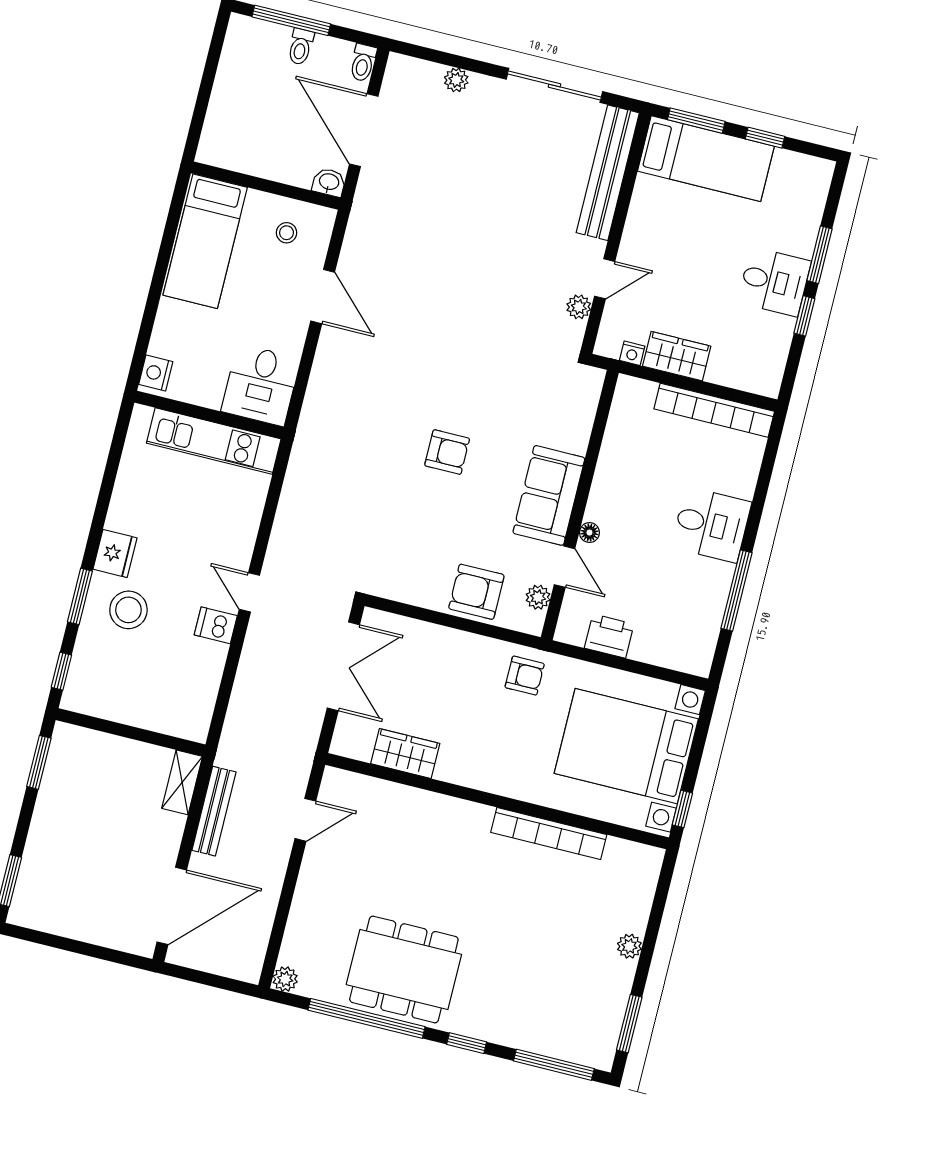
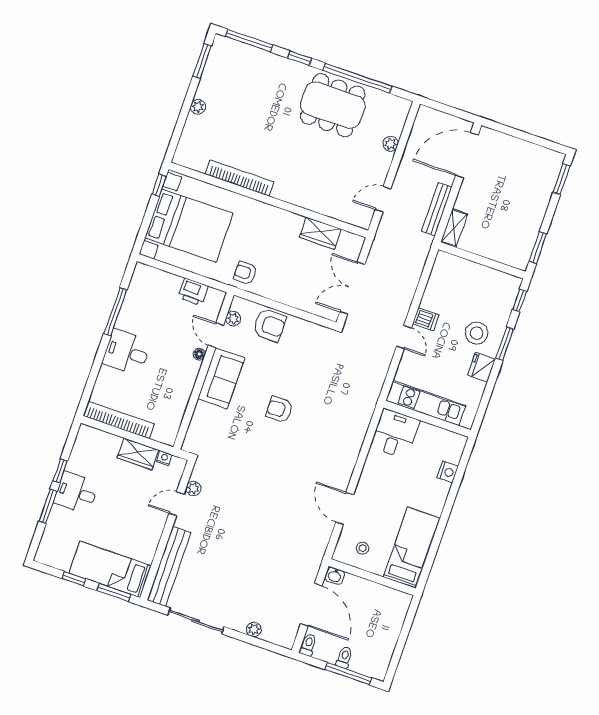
desk: (261, 385) -> (395, 434), moved
wall: (209, 415) -> (427, 419), moved
kitchen unit: (214, 441) -> (426, 403), moved
plant: (285, 979) -> (391, 144), moved

